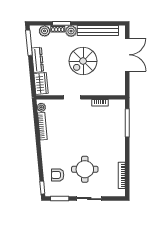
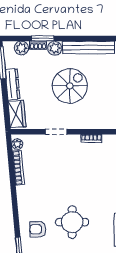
spiral stairs: (83, 61) -> (70, 86), turned 180

